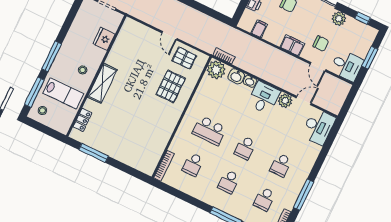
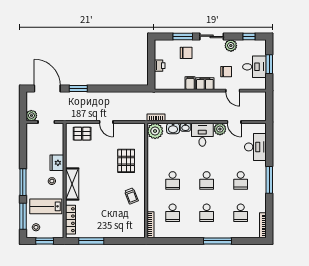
filing cabinet: (259, 29) -> (190, 83), moved
fridge: (104, 39) -> (57, 163), moved
pallet: (184, 58) -> (82, 134), moved
desk: (347, 65) -> (254, 67), moved
lab bench: (63, 93) -> (46, 206), turned 180
door: (304, 101) -> (234, 122), swing flipped
locker: (83, 120) -> (71, 220), width x1.53
trolley: (158, 126) -> (131, 196), added
desk: (318, 127) -> (255, 147), moved
window: (45, 129) -> (45, 241), added
school desk: (209, 131) -> (173, 180), width x0.54
window: (304, 195) -> (269, 180), moved

